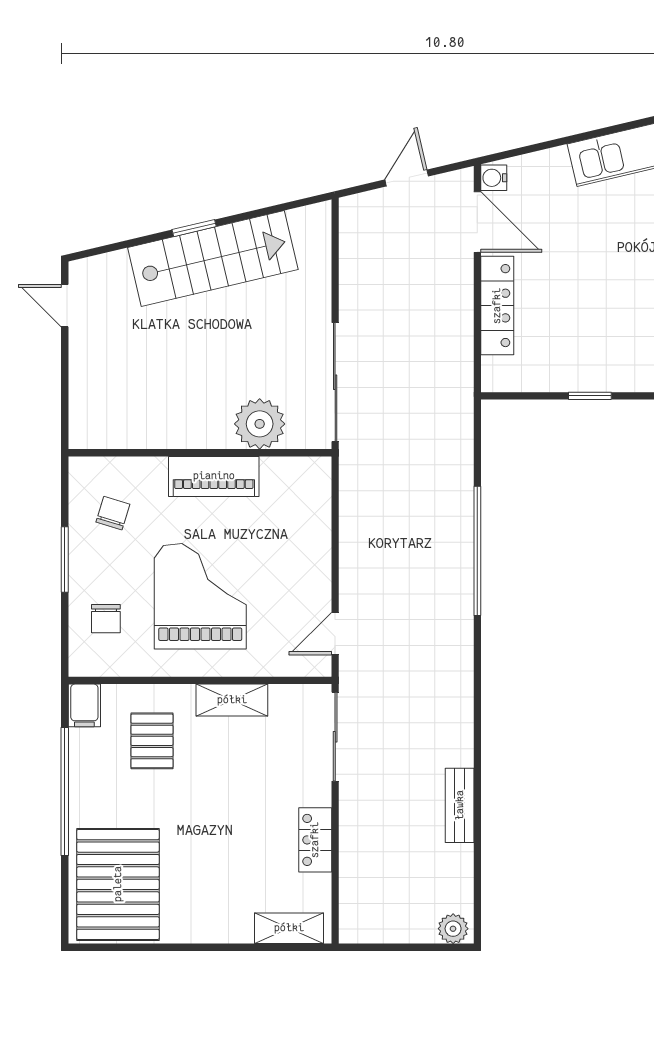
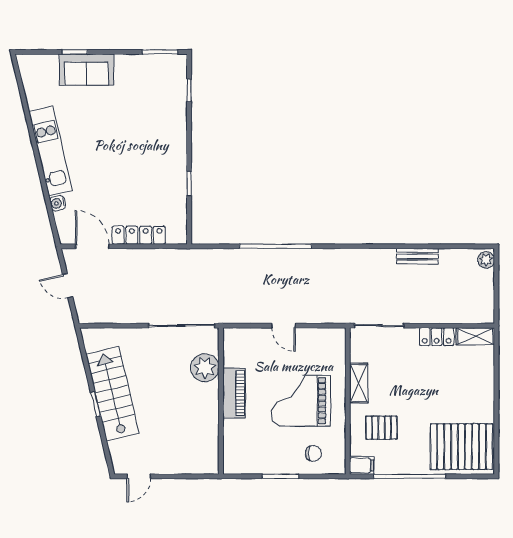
water cooler: (494, 178) -> (58, 203), moved, turned 77
door: (477, 222) -> (92, 246), hinge flipped
chair: (113, 513) -> (254, 449), removed
door: (335, 634) -> (284, 326), moved
shelving: (289, 928) -> (475, 336), moved, turned 90

